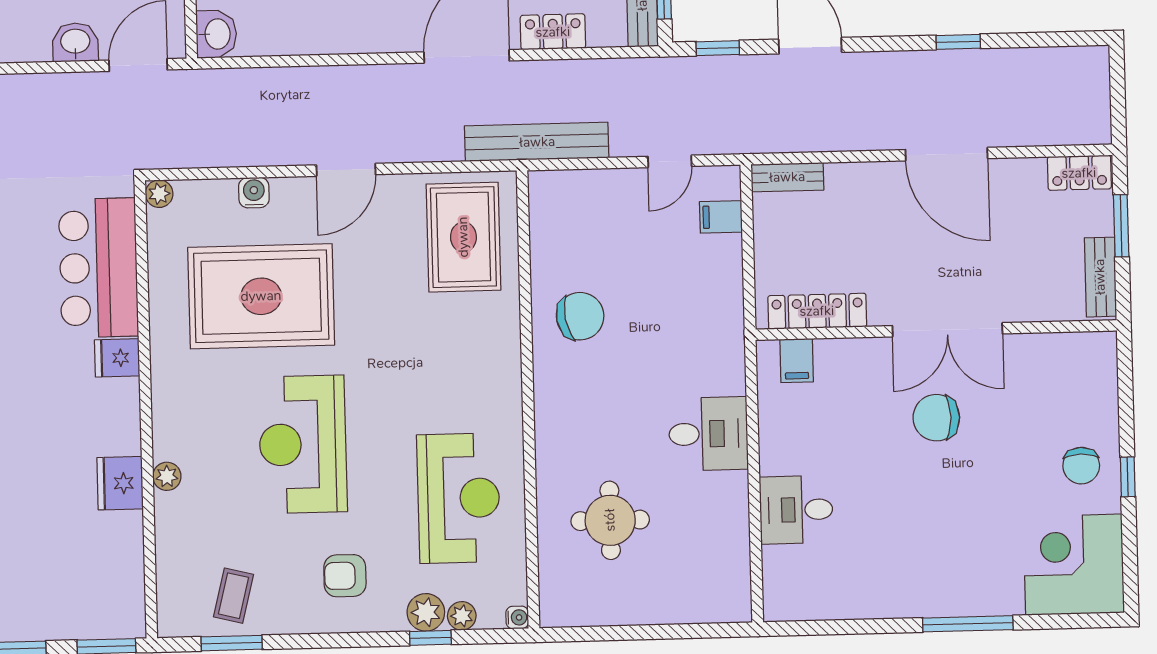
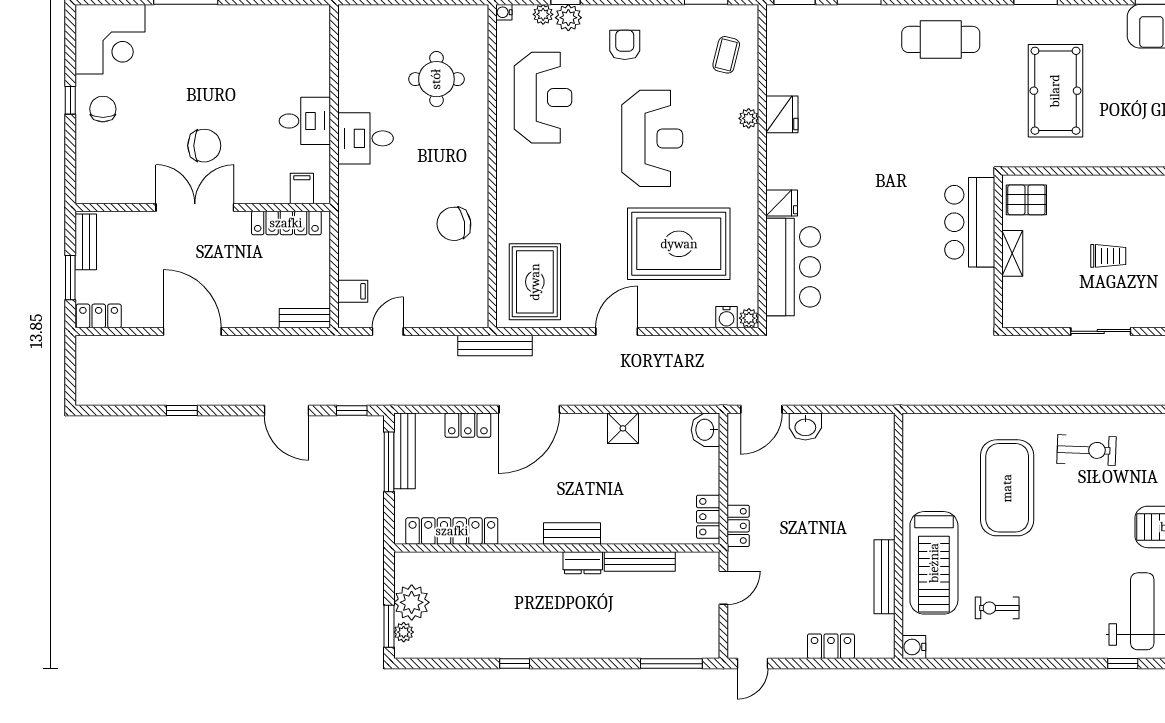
shower: (333, 33) -> (623, 428), added
bench: (537, 142) -> (495, 346), width x0.73, depth x0.82
water cooler: (254, 193) -> (727, 317), moved
reception desk: (459, 498) -> (543, 98), turned 180
desk: (796, 510) -> (305, 121), moved
armchair: (345, 576) -> (625, 45), turned -90
coffee table: (234, 596) -> (726, 55), moved

